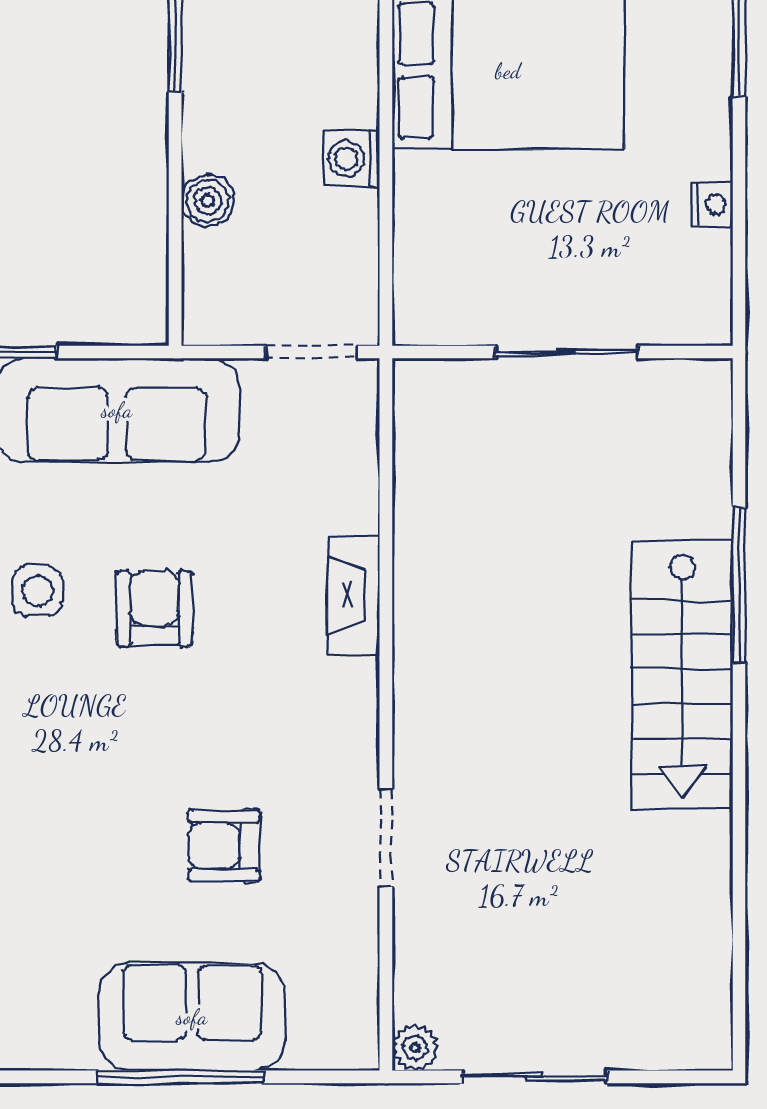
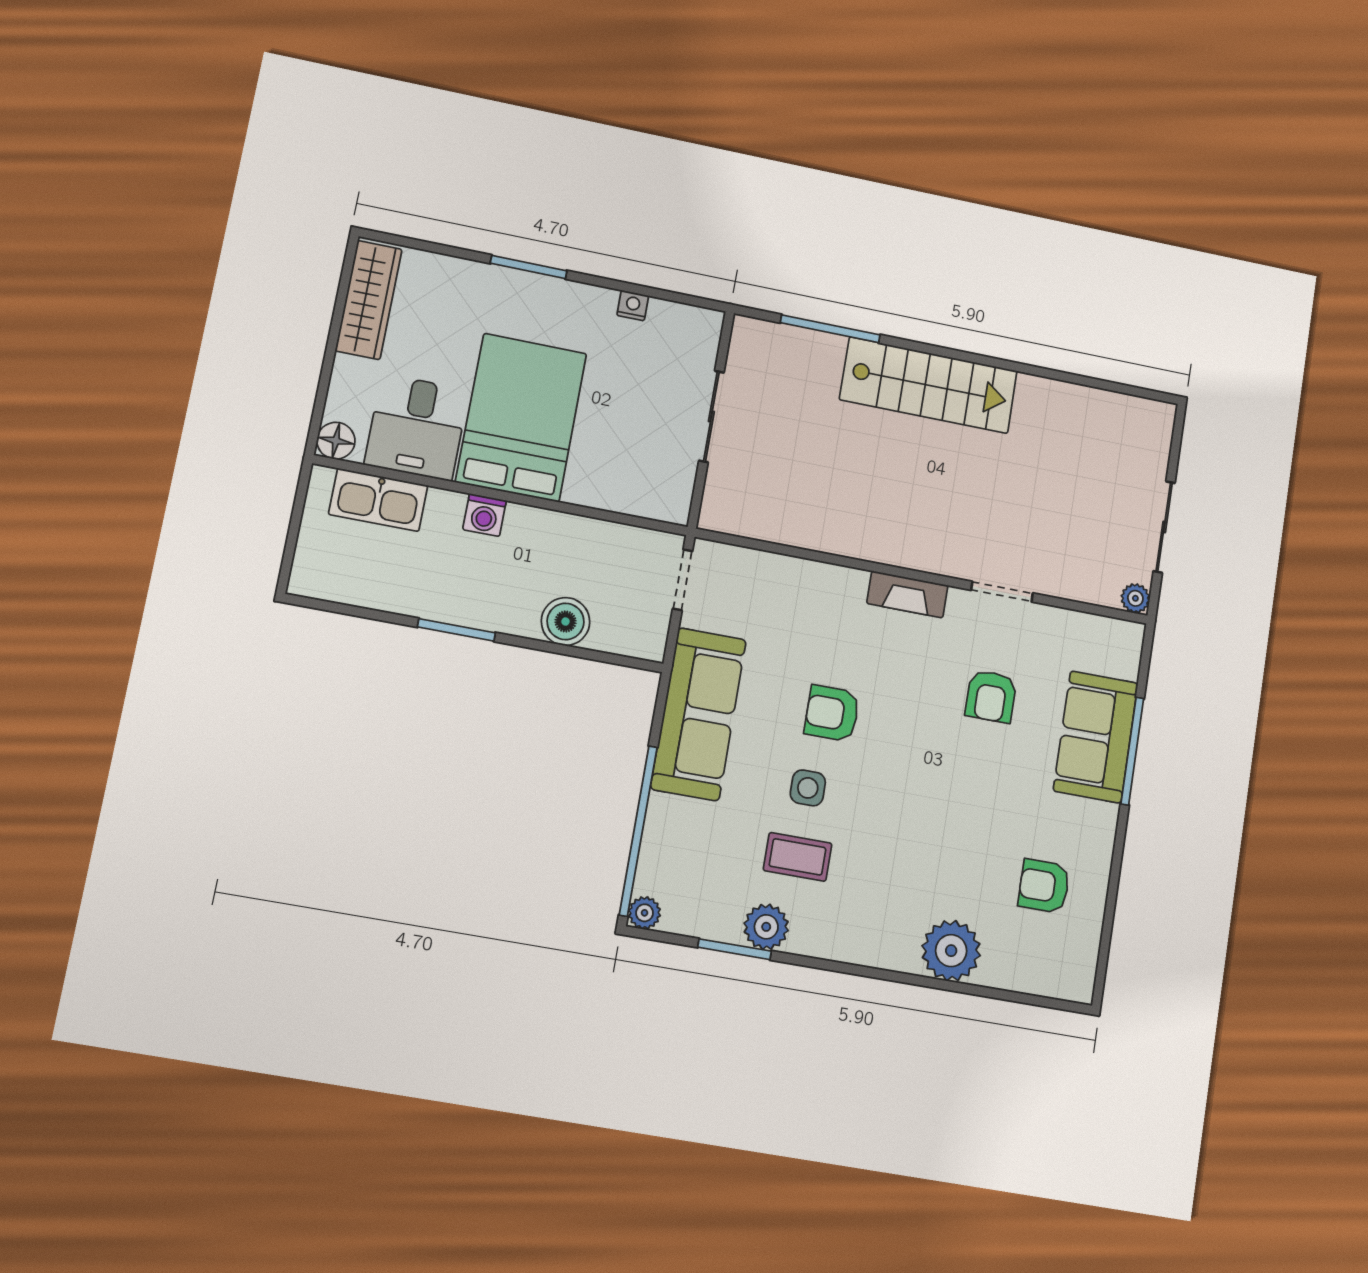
washing machine: (352, 159) -> (484, 515), moved
boiler: (208, 201) -> (566, 621), width x1.36, depth x1.36
window: (739, 585) -> (830, 329), moved
fireplace: (354, 595) -> (907, 594), moved

